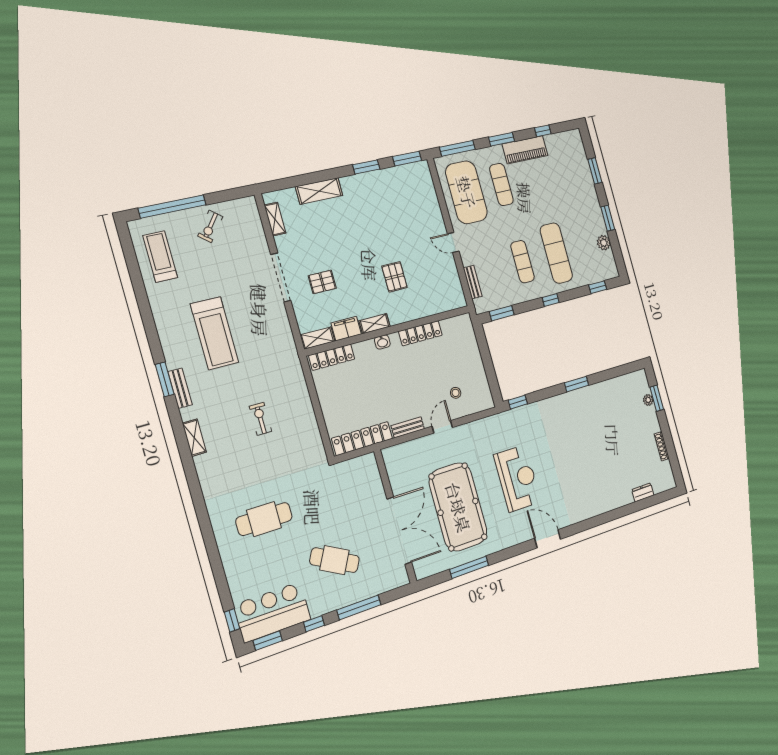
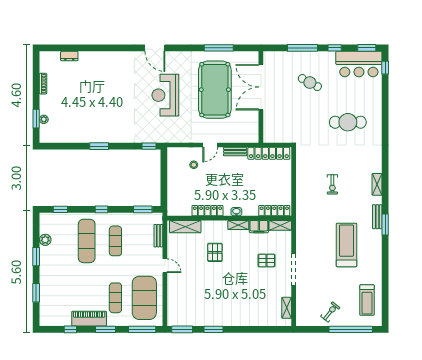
shelving: (319, 191) -> (185, 227), moved
cafe table: (335, 560) -> (310, 83), width x0.73, depth x0.74

